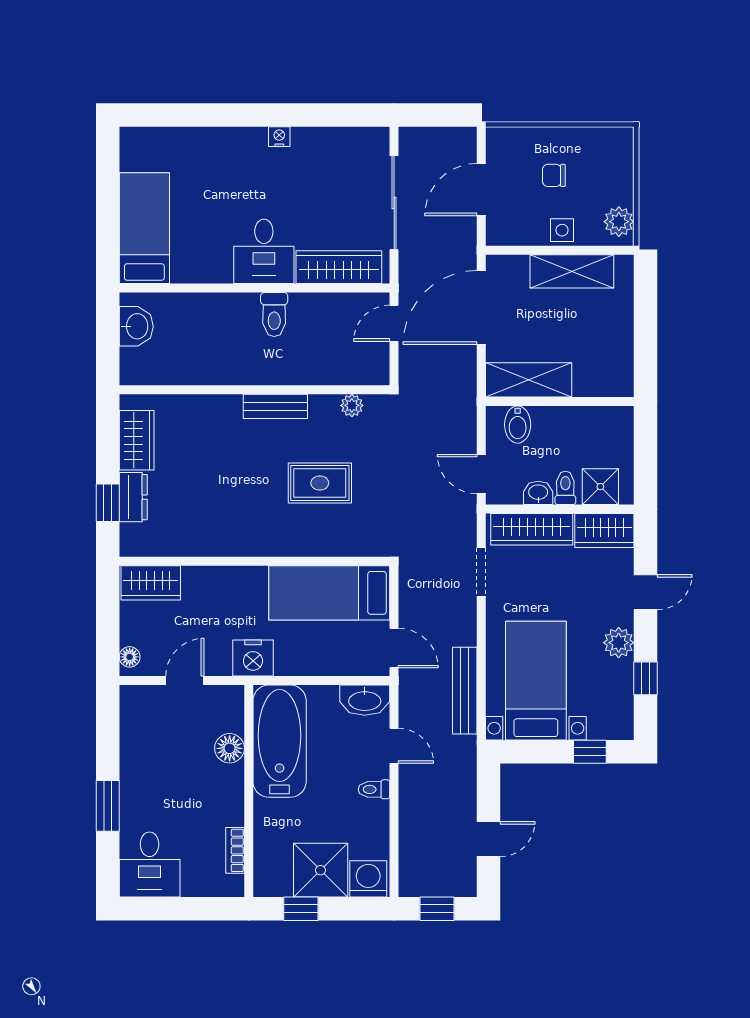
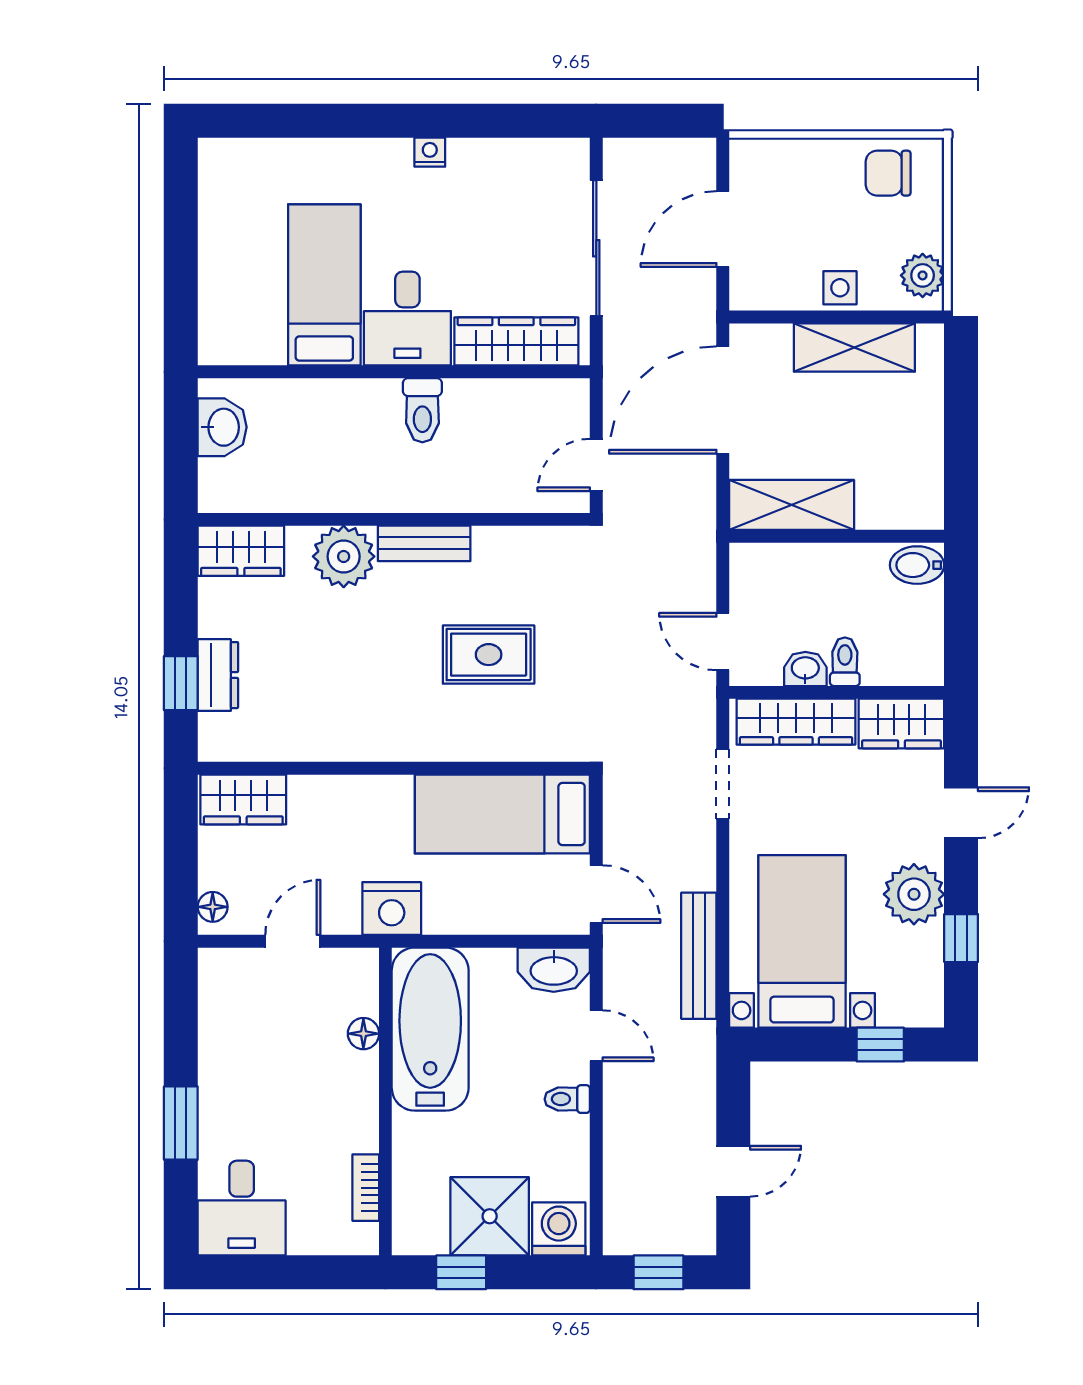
chair: (554, 175) -> (888, 173), moved, width x1.37, depth x1.37
bed: (144, 228) -> (324, 285), moved
door: (394, 323) -> (596, 465), moved
plant: (352, 405) -> (344, 556), moved, width x1.87, depth x1.87
bidet: (518, 425) -> (917, 565), moved, turned 90
wardrobe: (137, 440) -> (241, 551), moved, turned 90
shower: (600, 487) -> (896, 660), removed
plant: (619, 643) -> (914, 894), width x1.36, depth x1.36
floor lamp: (230, 748) -> (363, 1034), width x0.73, depth x0.73

